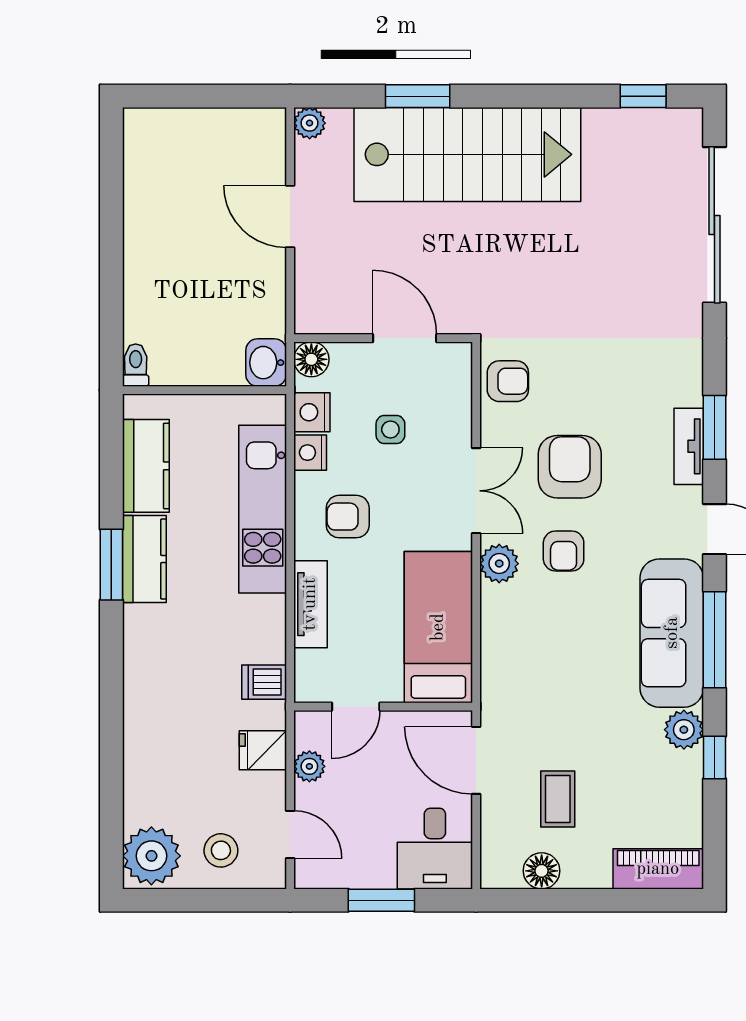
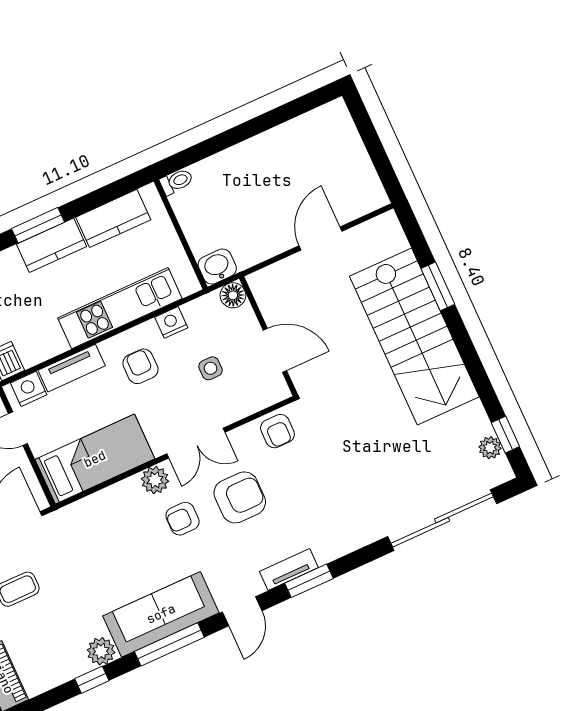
plant: (310, 123) -> (490, 448), moved
door: (405, 338) -> (275, 350), hinge flipped
nightstand: (312, 412) -> (29, 389), moved

